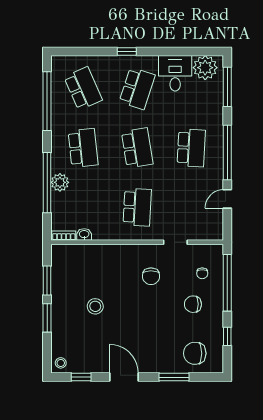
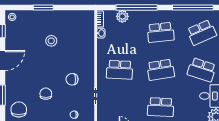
plant: (60, 182) -> (122, 16), moved
window: (47, 281) -> (69, 8), removed
chair: (193, 304) -> (46, 94), moved

